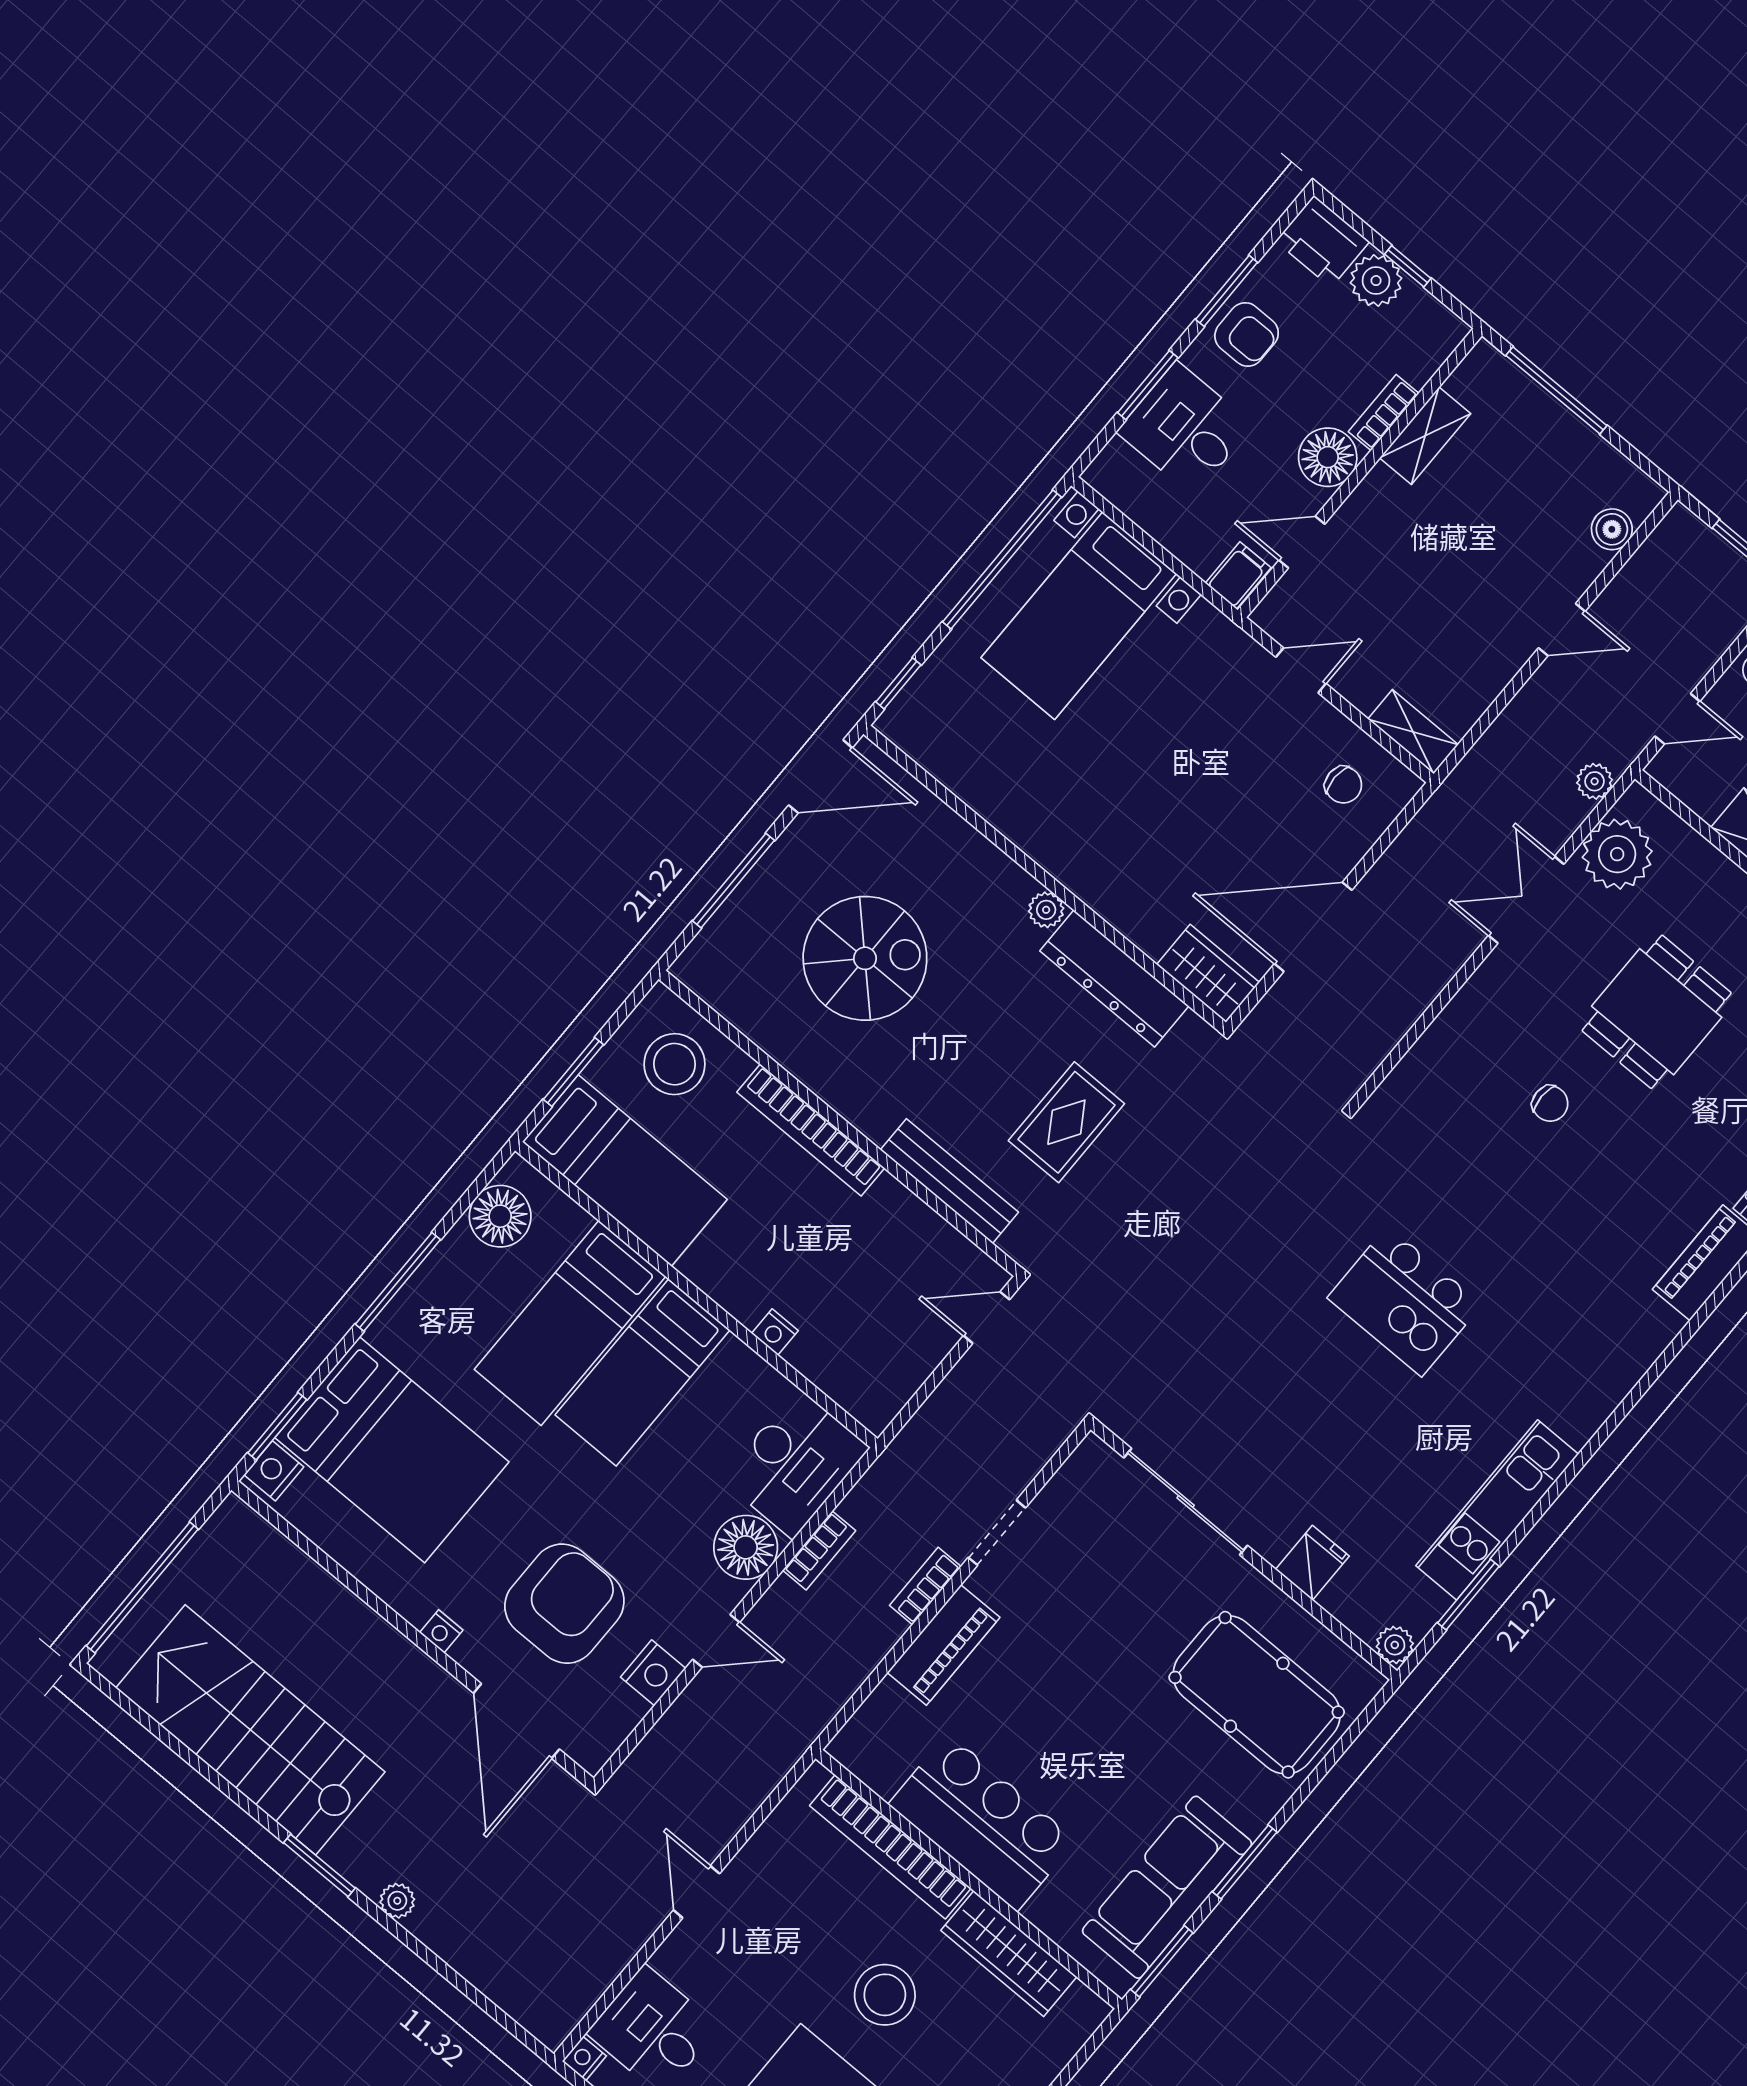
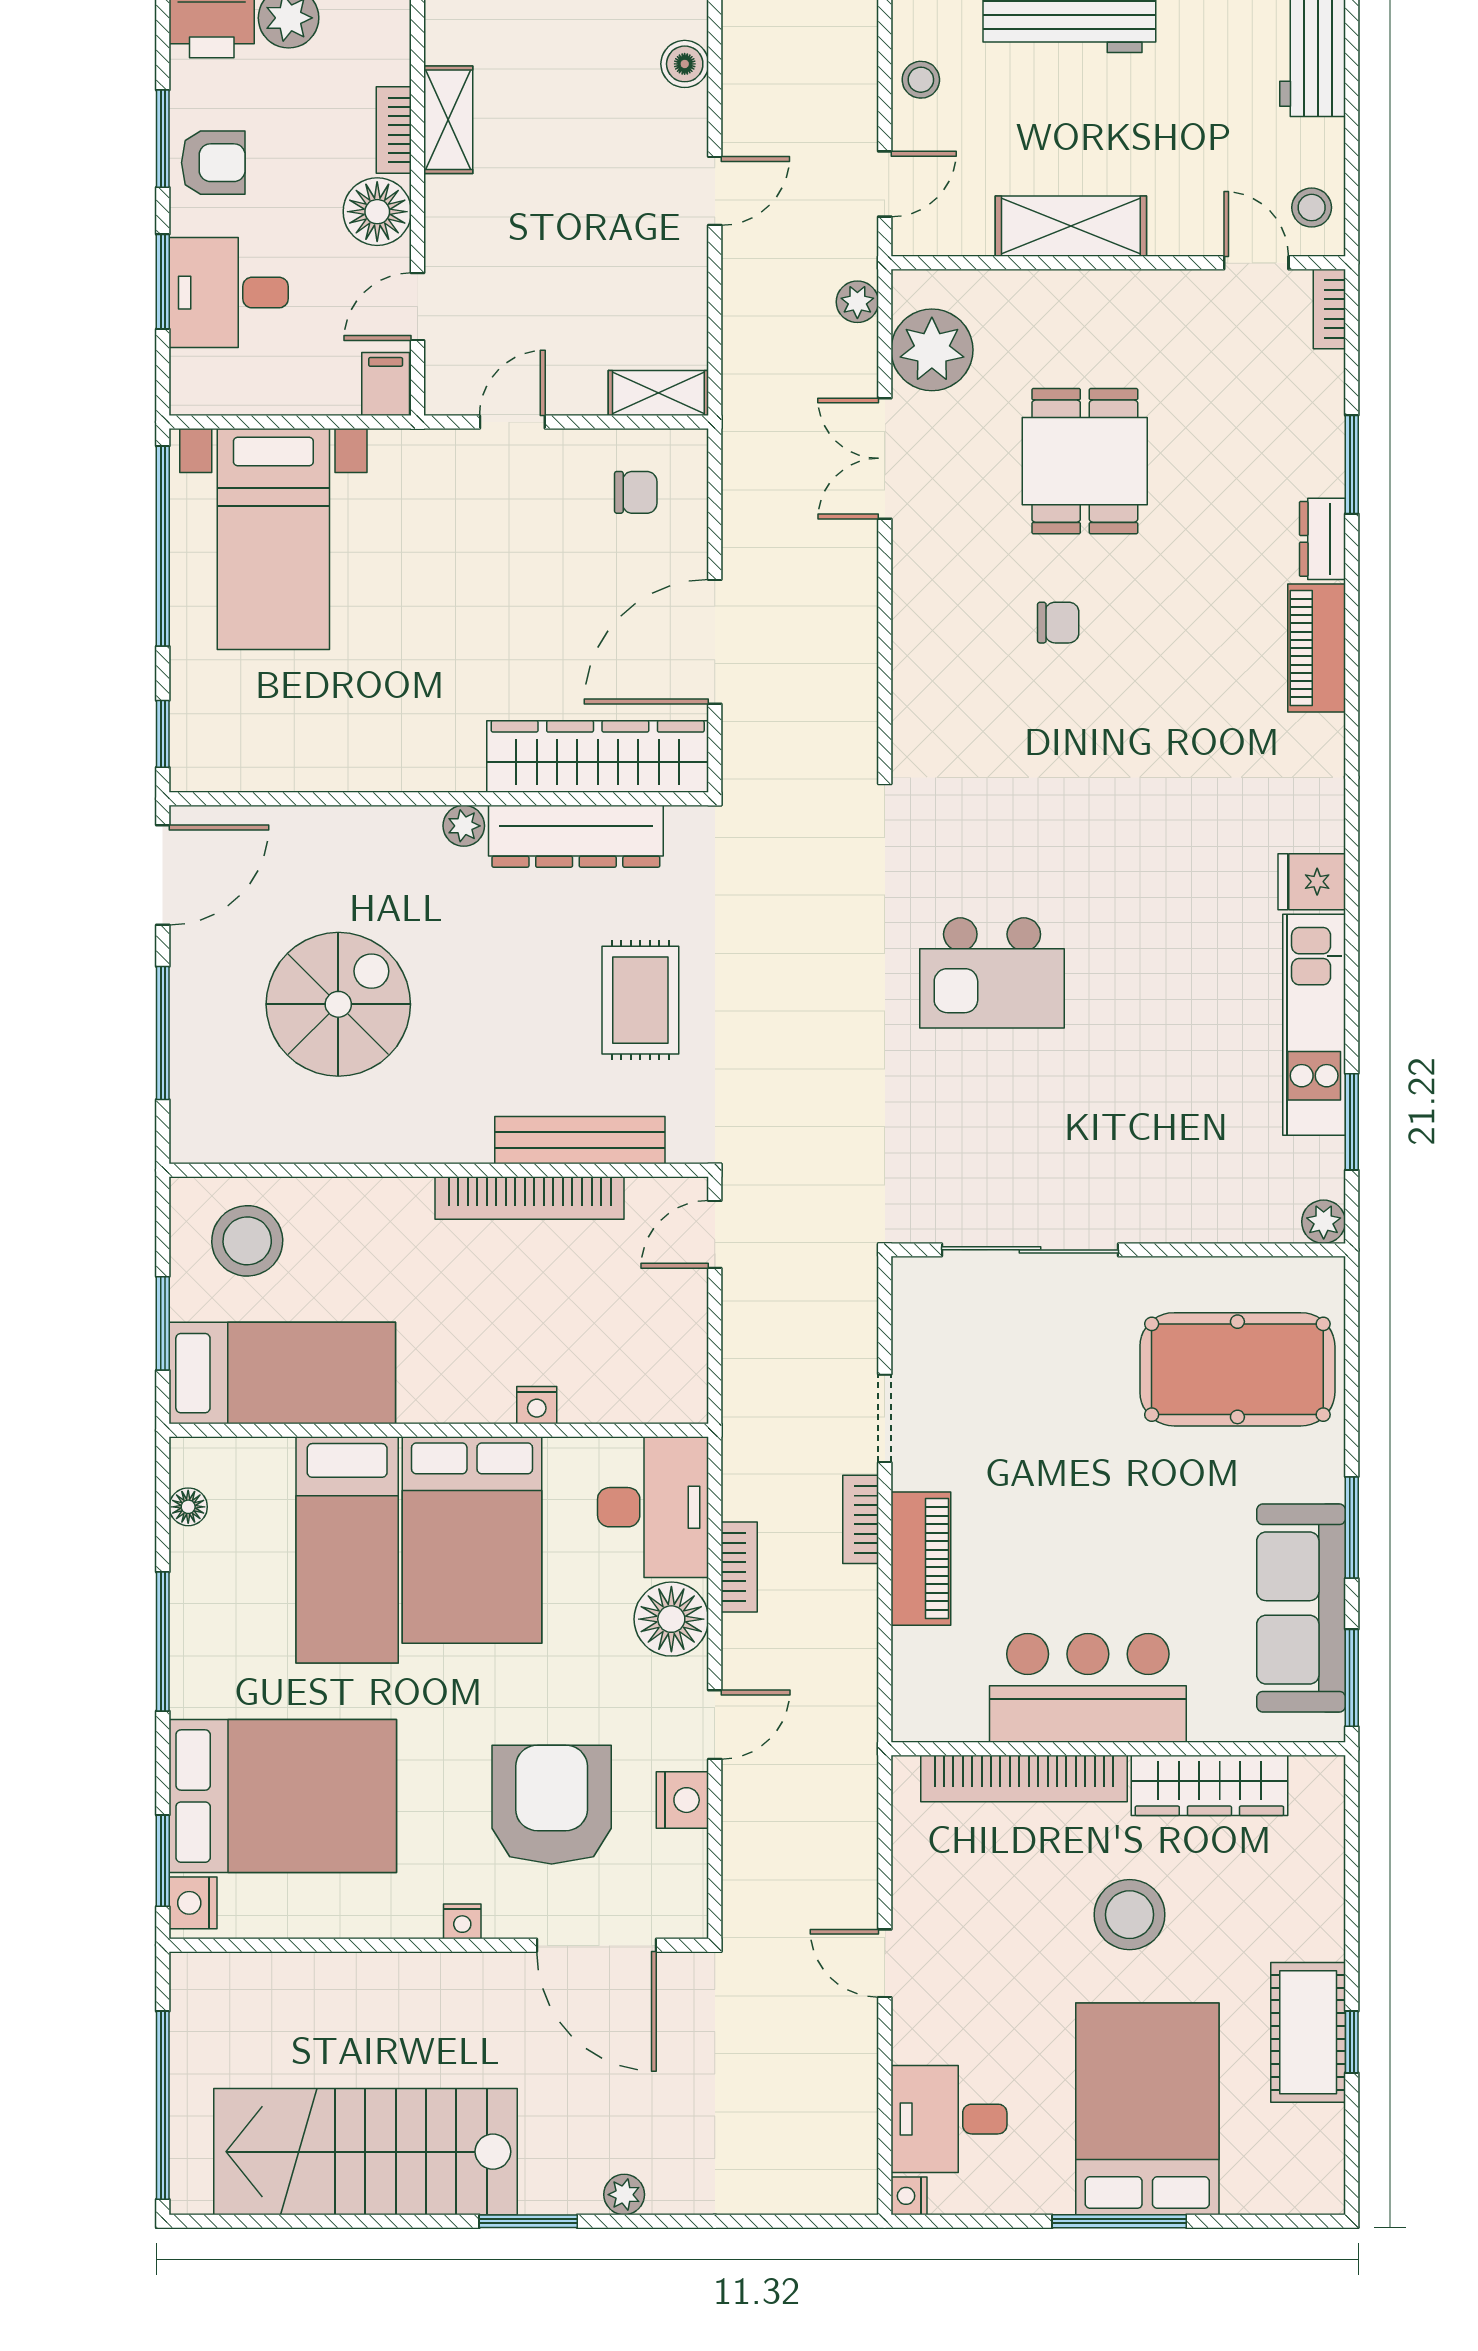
wardrobe: (1208, 973) -> (598, 757), width x2.10, depth x1.17
bookcase: (811, 1130) -> (530, 1198), moved
floor lamp: (500, 1216) -> (188, 1507), width x0.53, depth x0.53
kitchen island: (1405, 1301) -> (992, 973), moved
bed: (642, 1372) -> (472, 1540), width x1.50
fridge: (1312, 1563) -> (1312, 882), moved, turned -90

